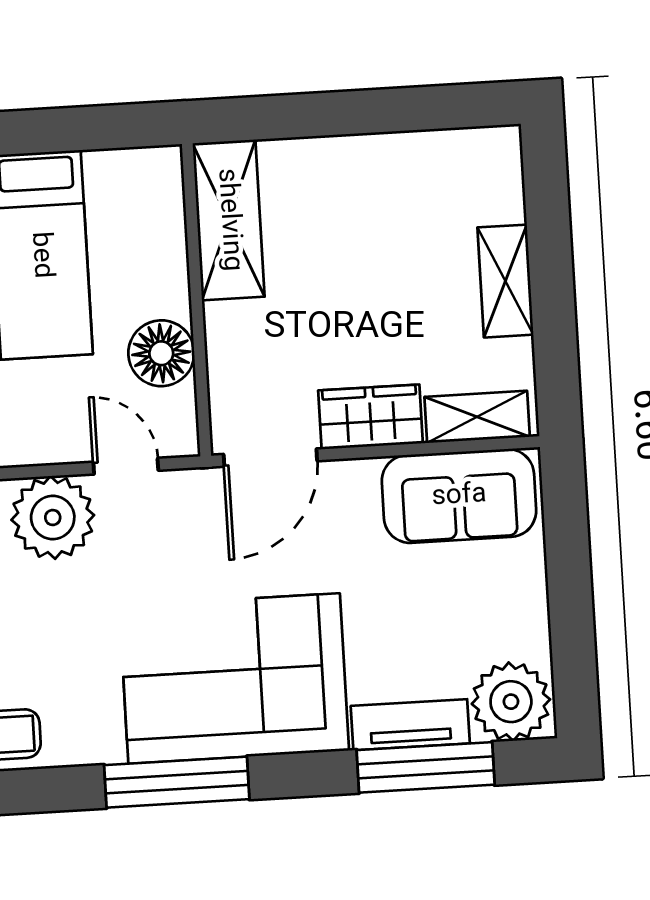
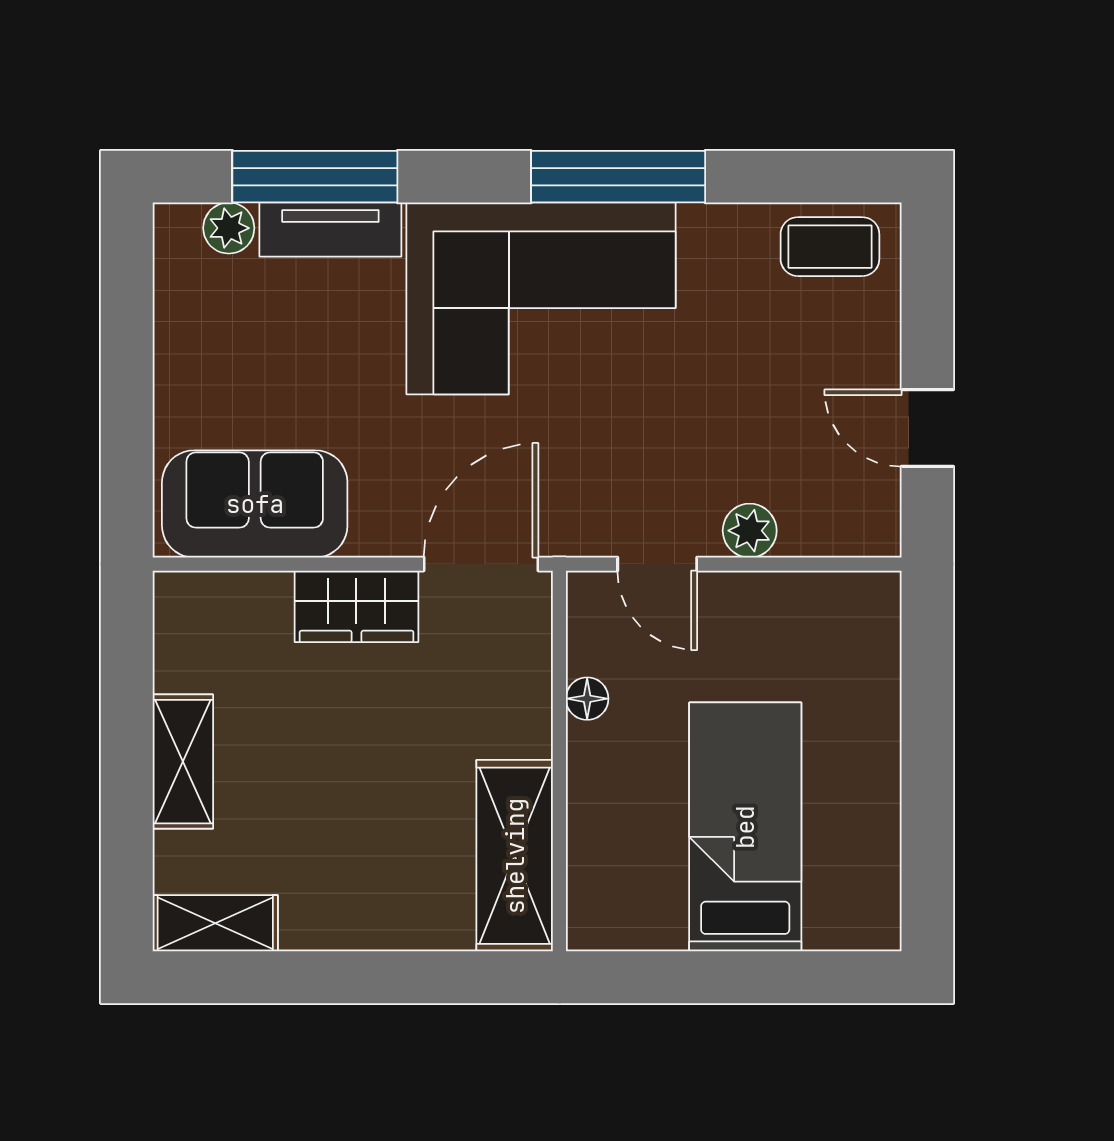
floor lamp: (161, 353) -> (587, 699), width x0.53, depth x0.53
shelving: (477, 417) -> (215, 923), moved
plant: (53, 518) -> (750, 531), width x0.53, depth x0.53
plant: (511, 702) -> (229, 228), width x0.53, depth x0.53

